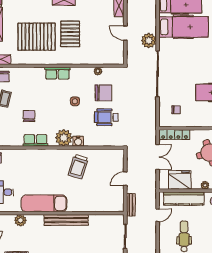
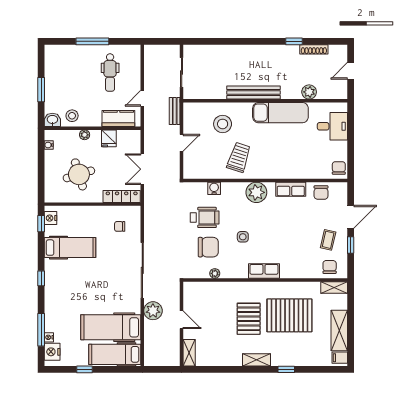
chair: (103, 93) -> (208, 247), turned 180
chair: (29, 116) -> (321, 192), moved
water cooler: (78, 141) -> (214, 188), moved
fridge: (180, 180) -> (109, 138), width x0.53, depth x0.75
stool: (92, 194) -> (223, 124), added
kitchen counter: (184, 199) -> (118, 119), width x0.67

